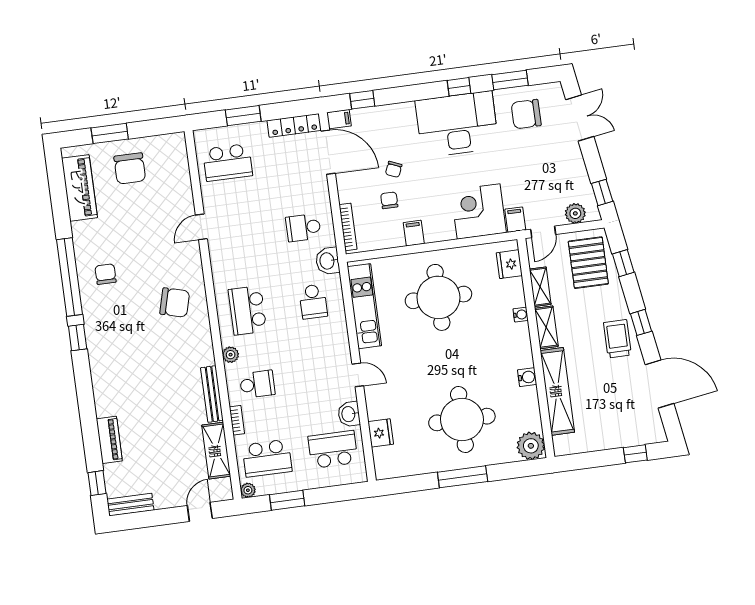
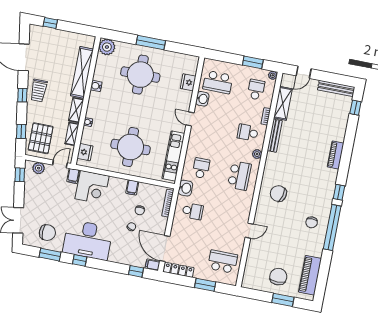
piano: (109, 440) -> (336, 155), moved
school desk: (267, 458) -> (256, 90), width x0.54
bench: (130, 505) -> (336, 88), width x1.36

